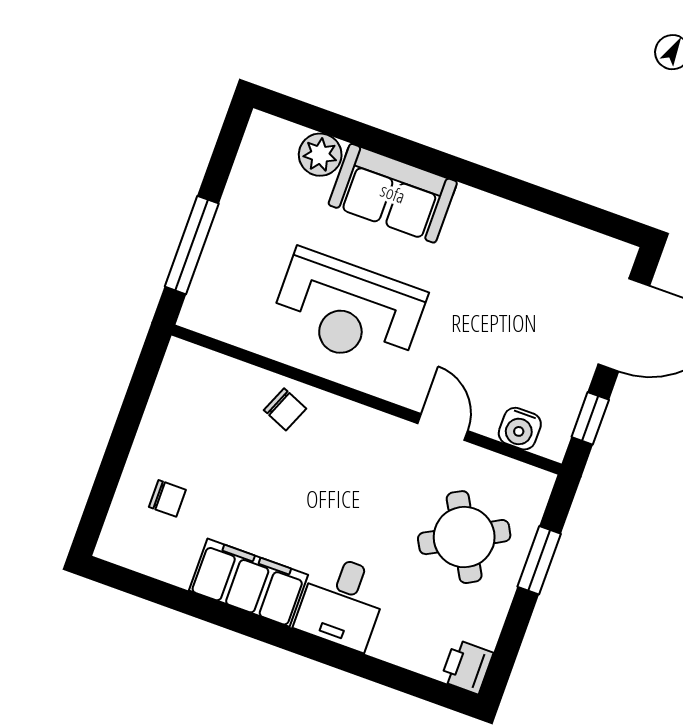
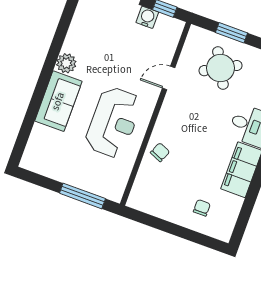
plant: (320, 155) -> (66, 63), moved
water cooler: (520, 429) -> (147, 17), moved, turned -90

